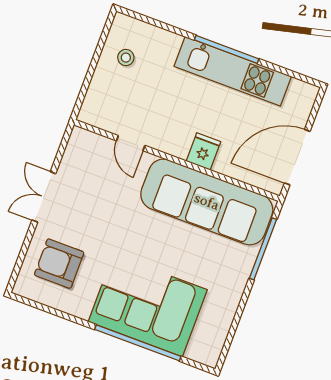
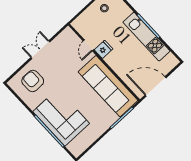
fridge: (203, 151) -> (104, 49), moved

